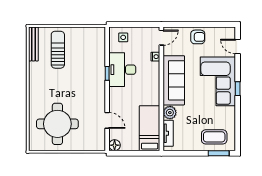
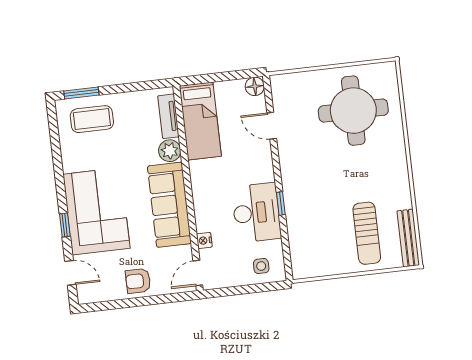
window: (238, 89) -> (65, 225), moved

